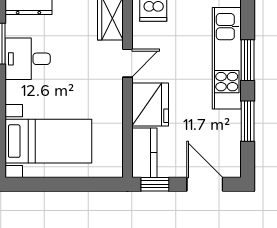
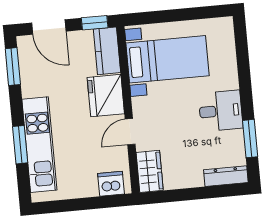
desk: (28, 59) -> (221, 111), moved
window: (248, 121) -> (13, 67), moved
bed with nightstands: (48, 141) -> (168, 59), moved, turned 180

